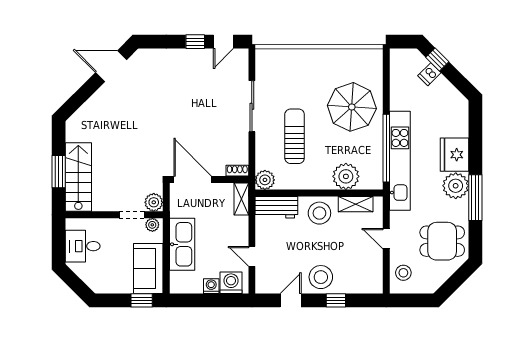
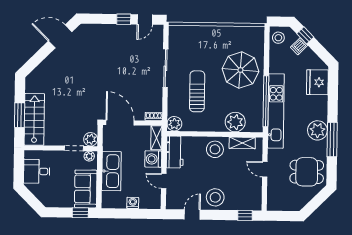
fridge: (454, 155) -> (317, 82), moved
workbench: (276, 207) -> (175, 152), moved, turned -90
stool: (403, 273) -> (278, 38), moved
washing machine: (231, 283) -> (153, 159), moved, turned -90
window: (336, 300) -> (245, 215), moved

